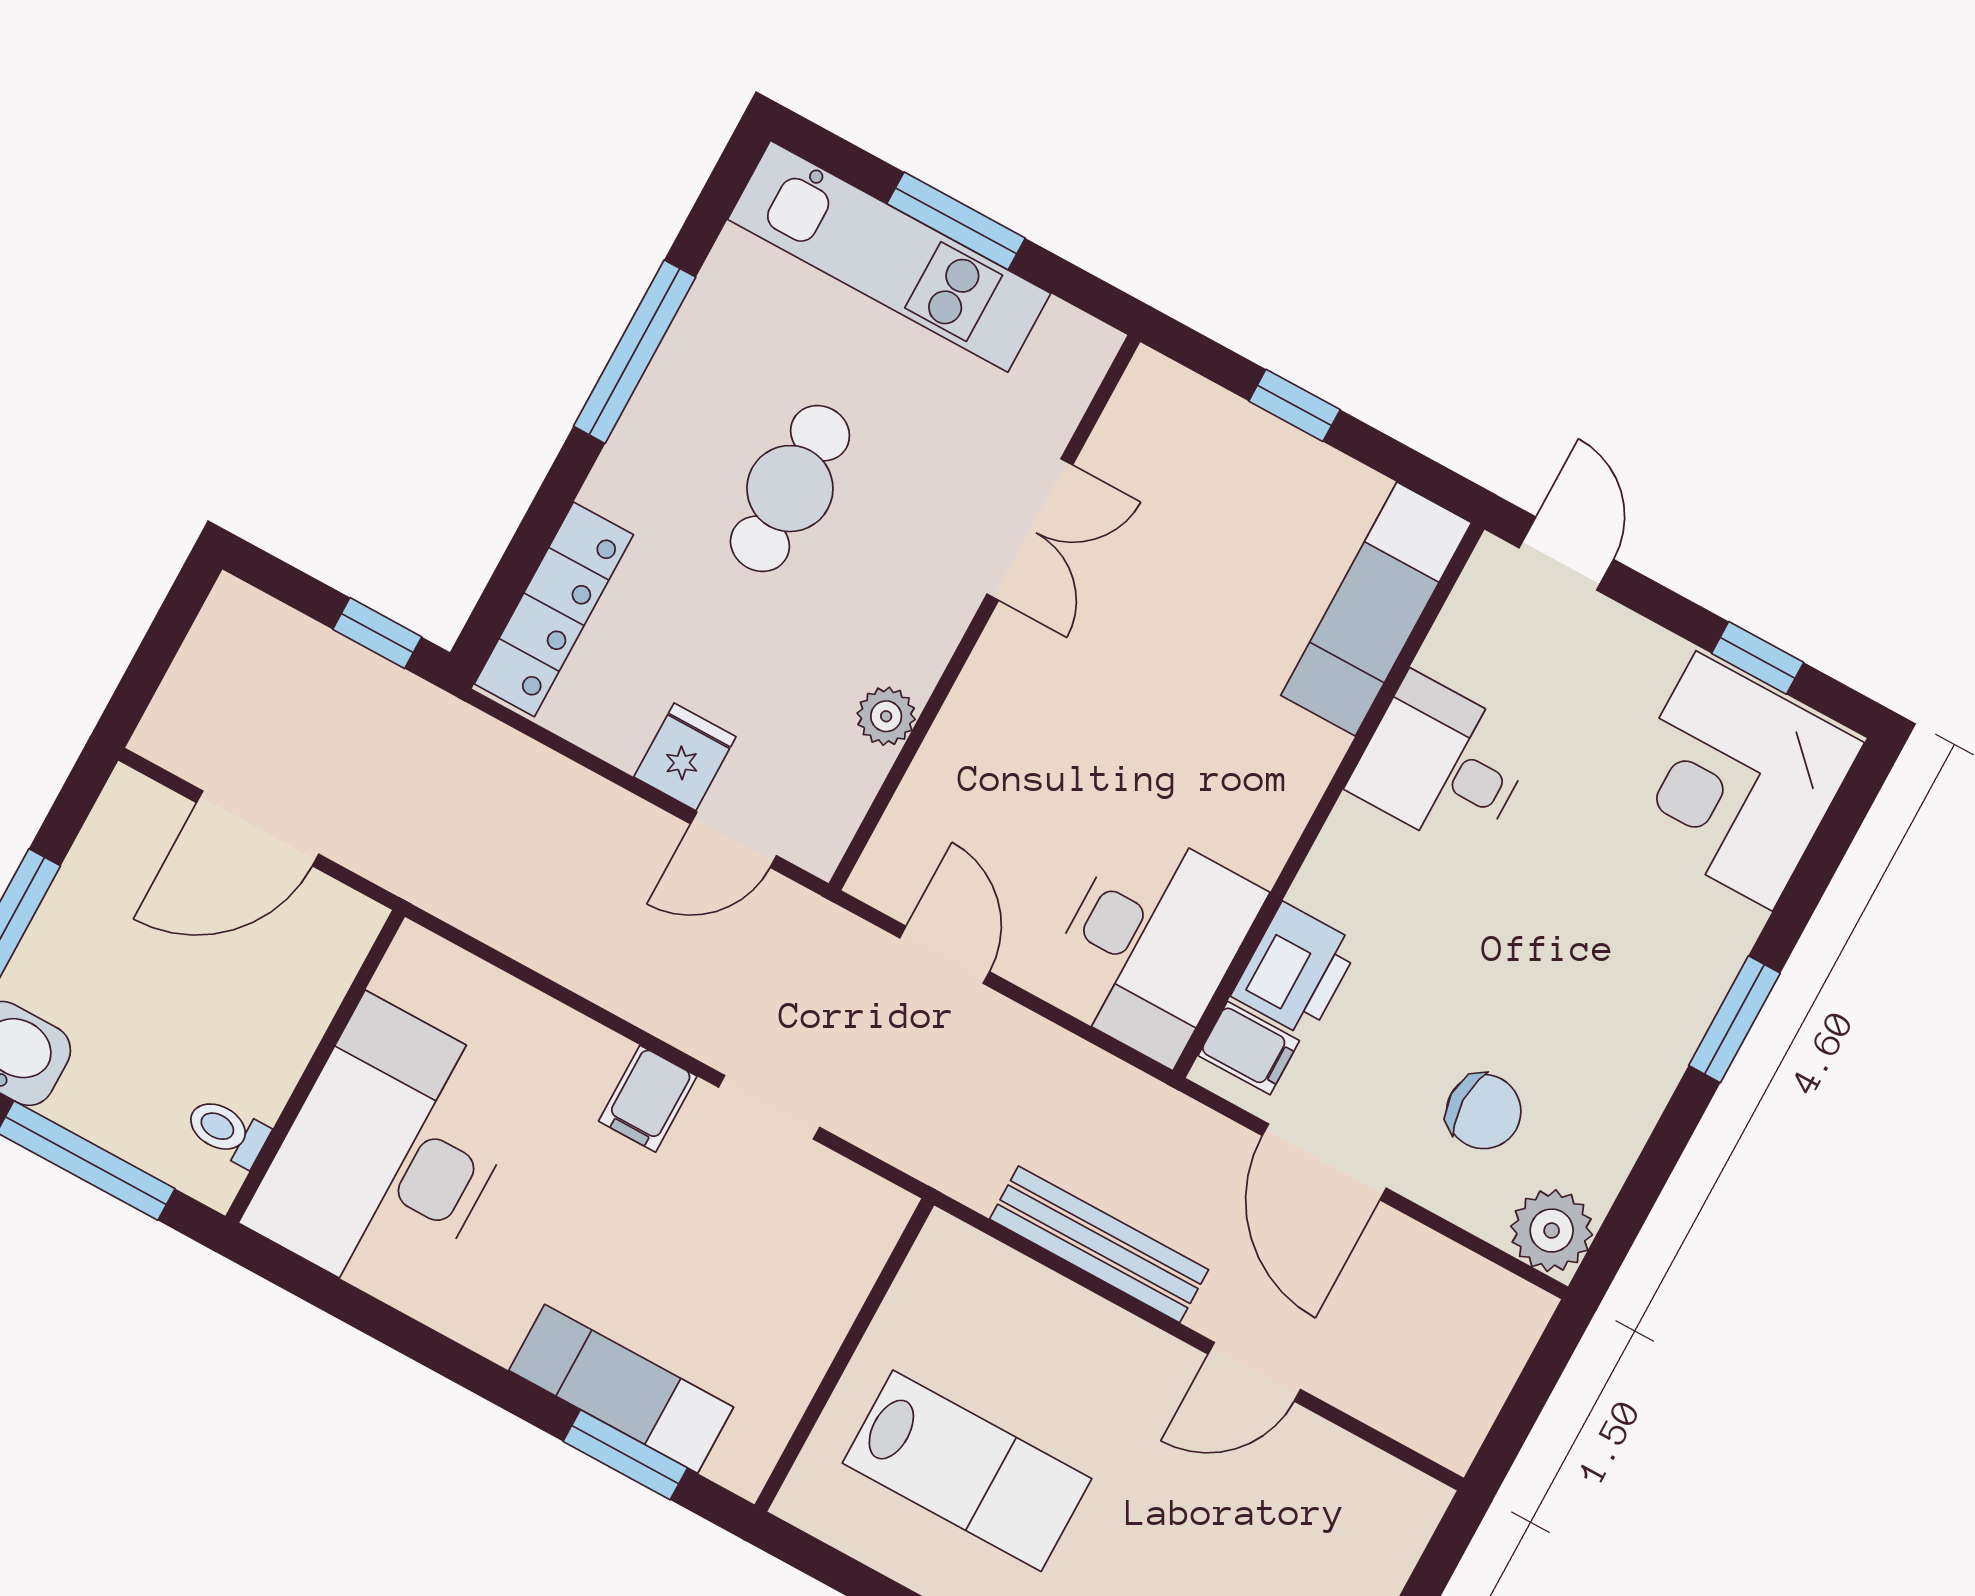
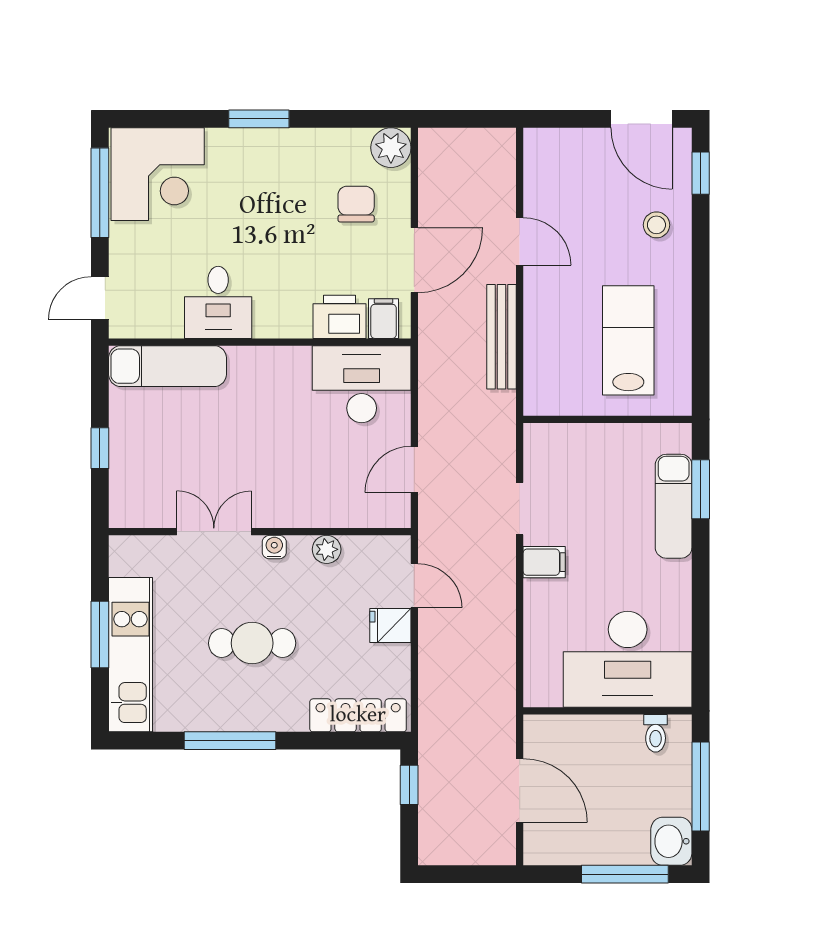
water cooler: (942, 624) -> (274, 547), added
window: (1758, 658) -> (100, 193), width x2.17

